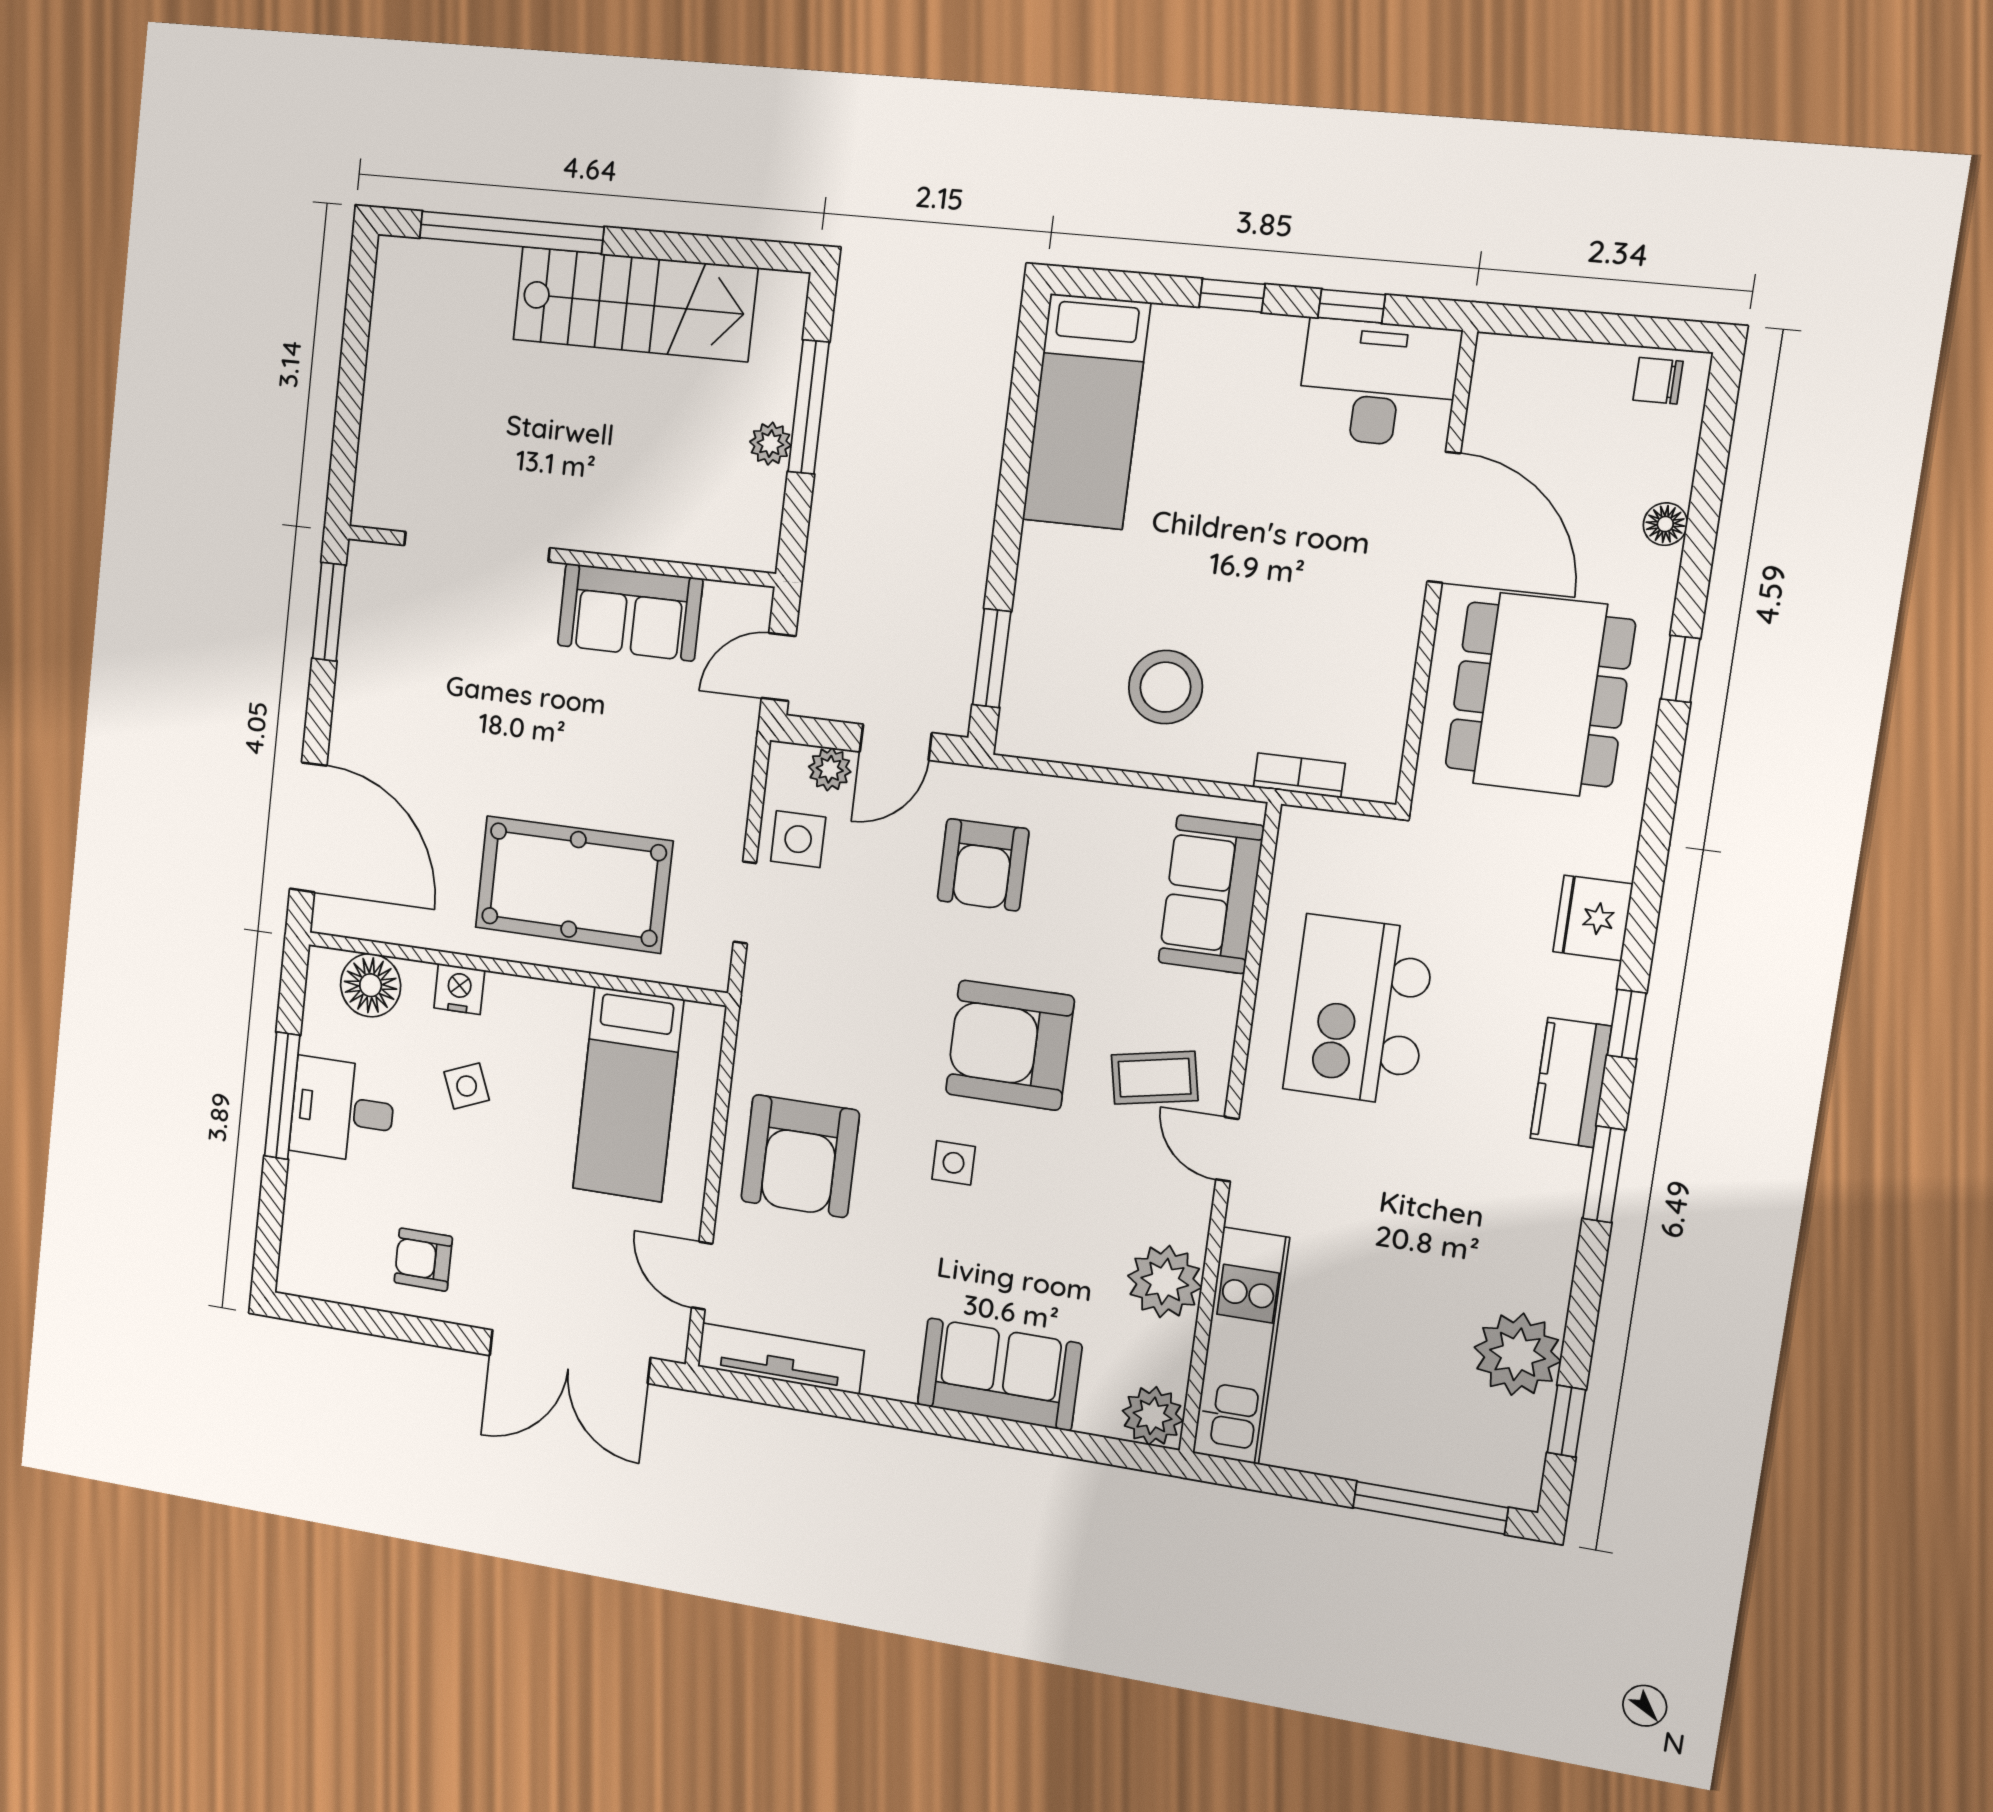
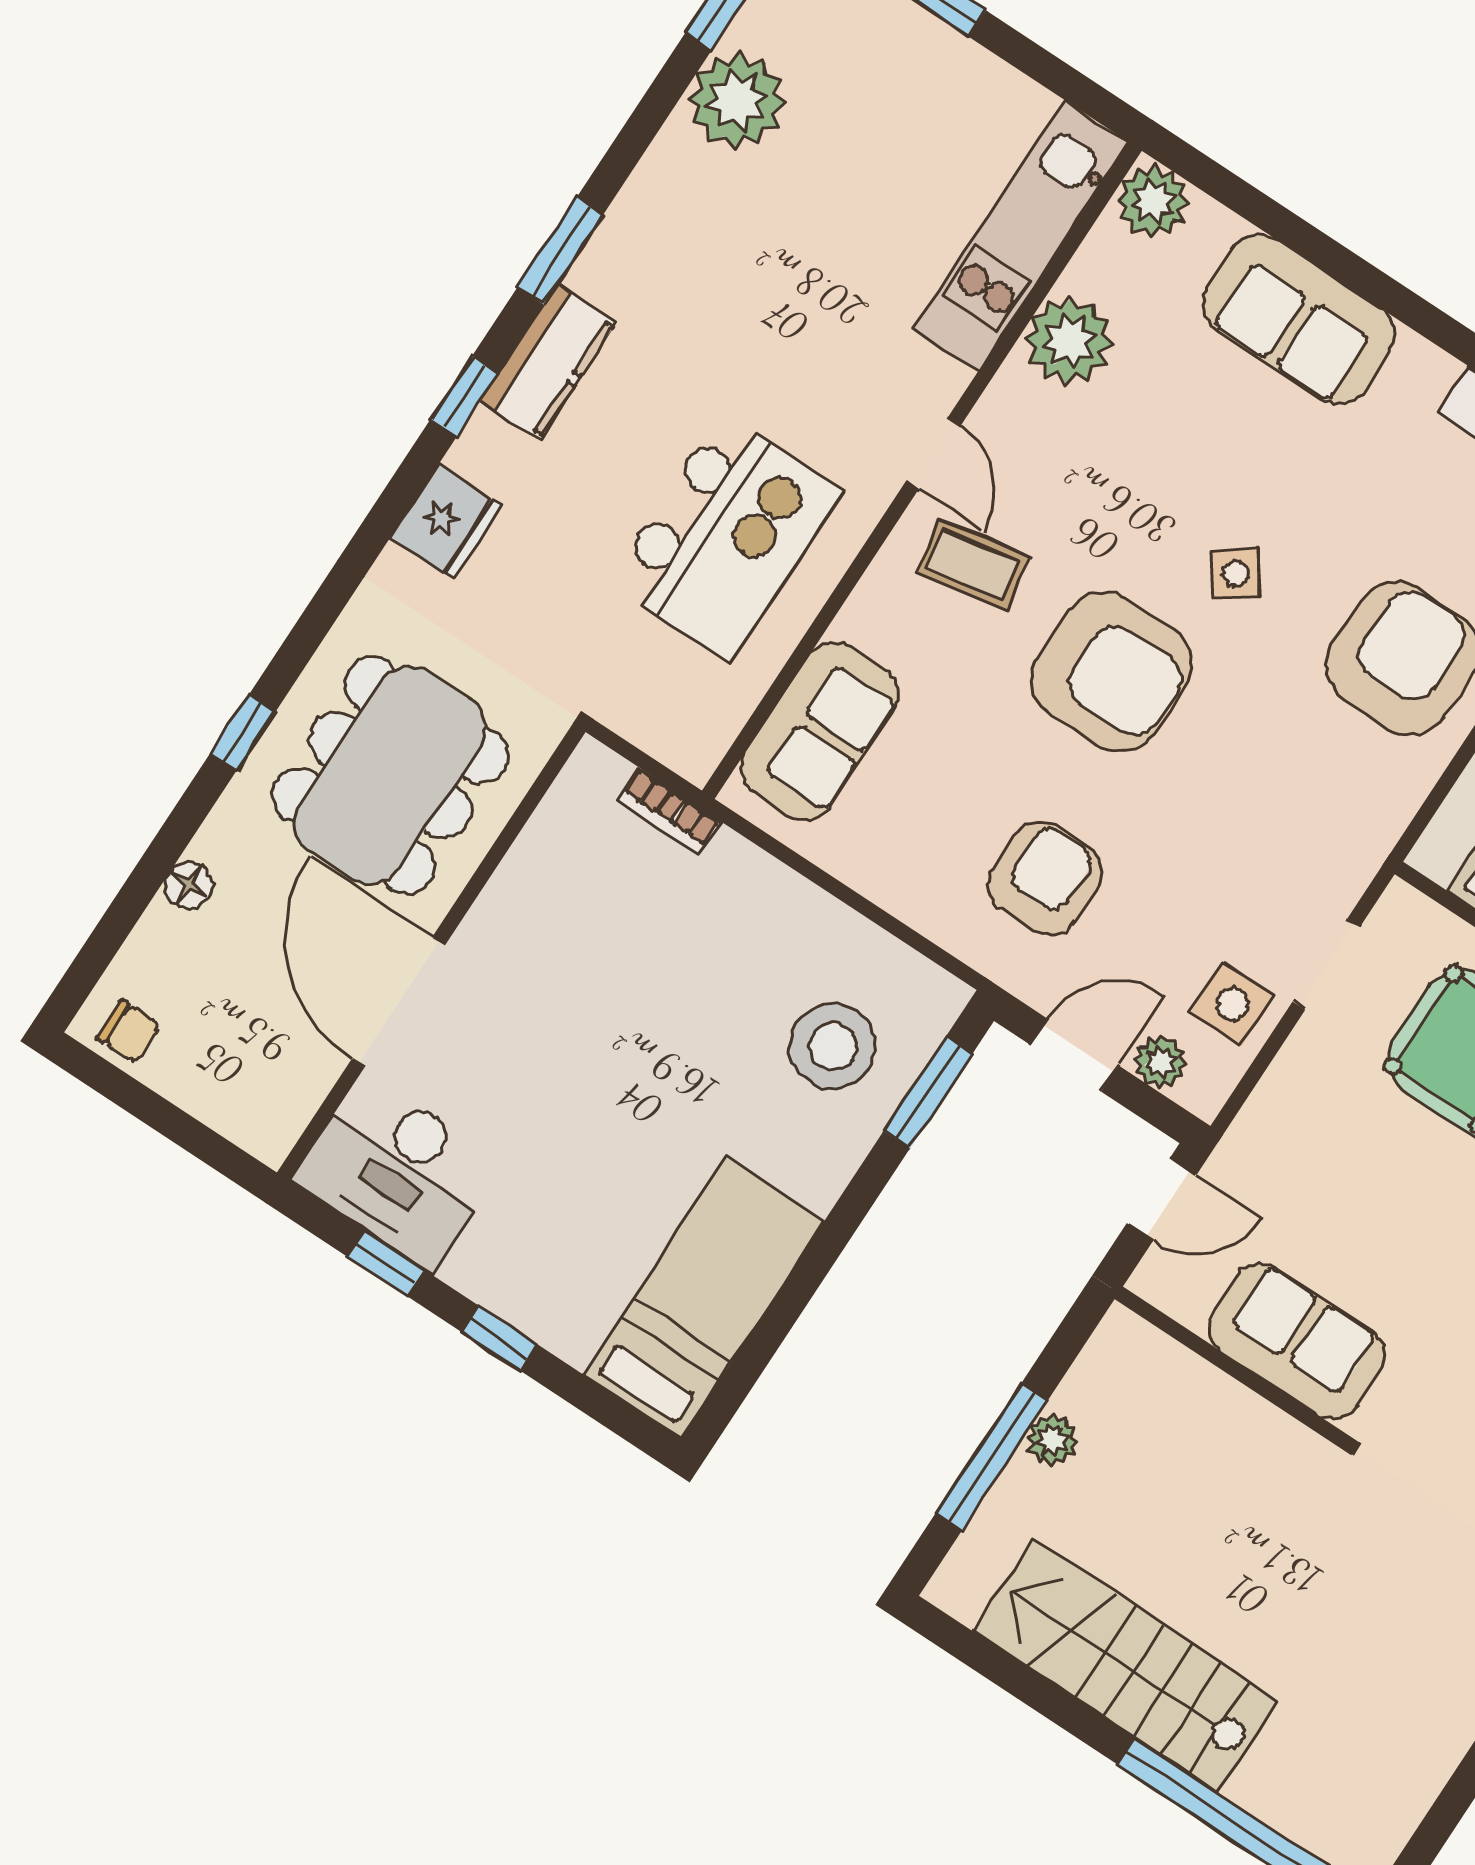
stool: (1165, 687) -> (833, 1046), moved
side table: (954, 1163) -> (1236, 573), turned -36

